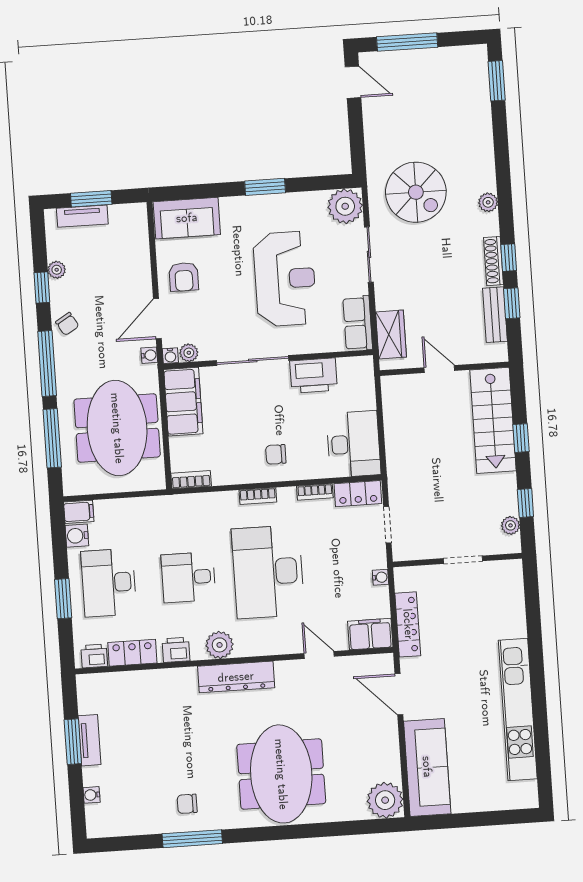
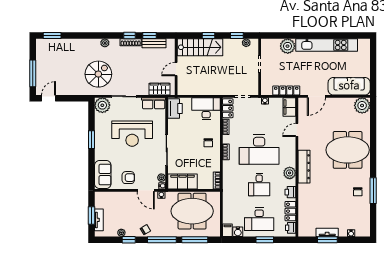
reception desk: (285, 279) -> (132, 134), turned 180
printer: (314, 376) -> (175, 108), moved
plant: (509, 620) -> (288, 46), added

